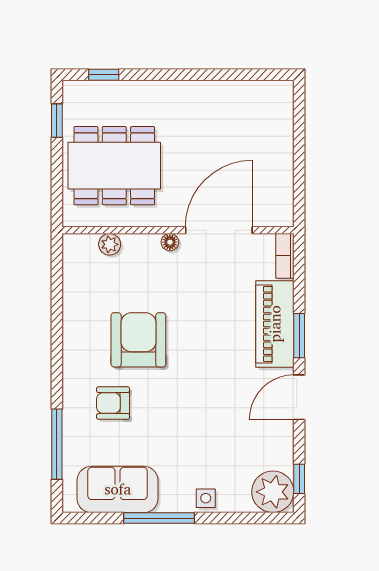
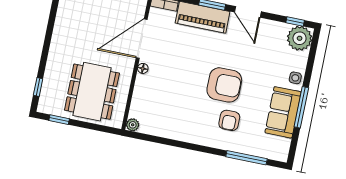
door: (219, 230) -> (142, 39), hinge flipped
plant: (110, 244) -> (133, 125), moved
armchair: (138, 340) -> (224, 85), moved, turned 180
sofa: (118, 489) -> (283, 112), moved

